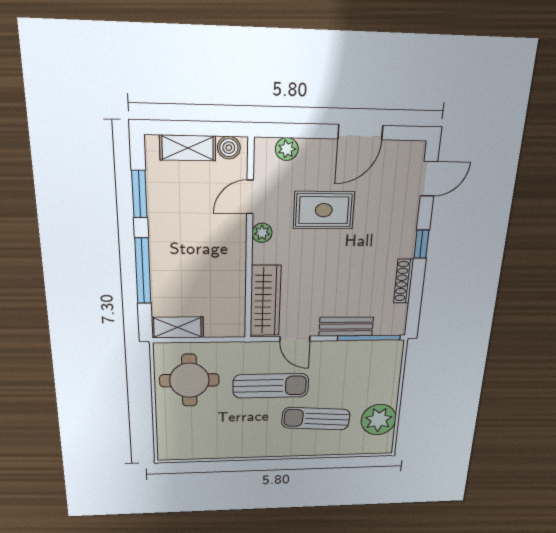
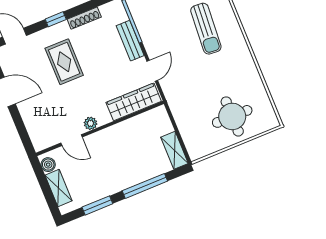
plant: (287, 149) -> (34, 131), removed
rug: (324, 210) -> (64, 62), moved
round table: (189, 380) -> (232, 116), moved
sun lounger: (271, 386) -> (193, 72), removed

